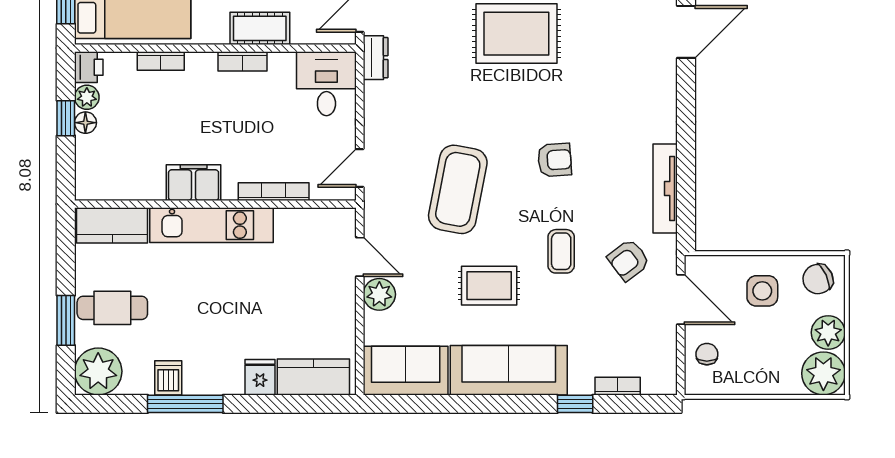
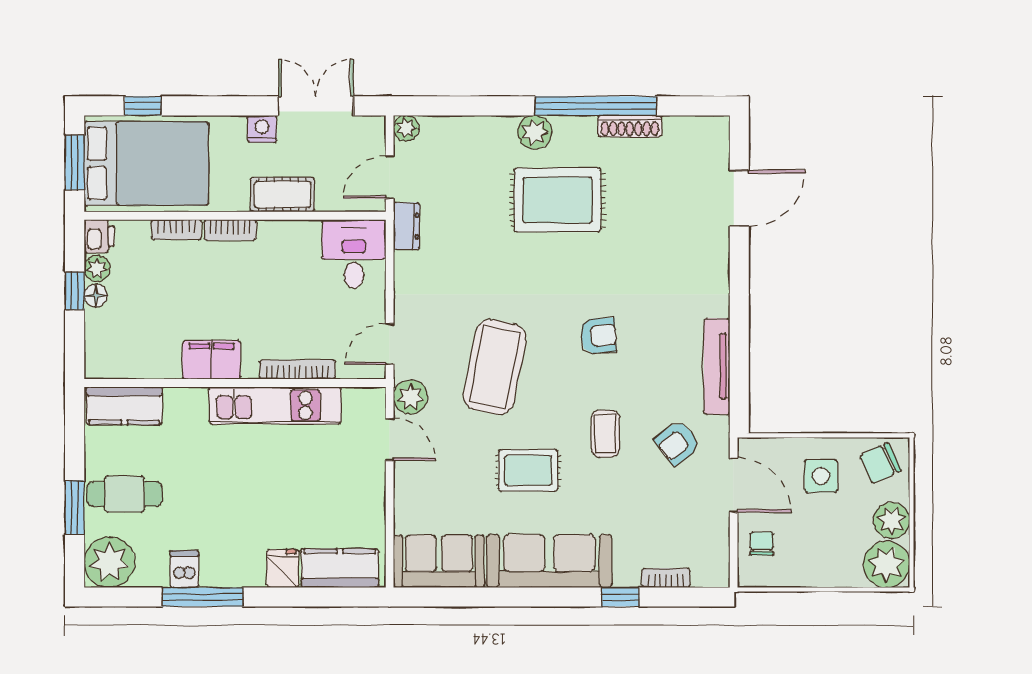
bookcase: (243, 61) -> (230, 230), moved
kitchen unit: (212, 225) -> (275, 405), moved
plant: (379, 294) -> (411, 397), moved

